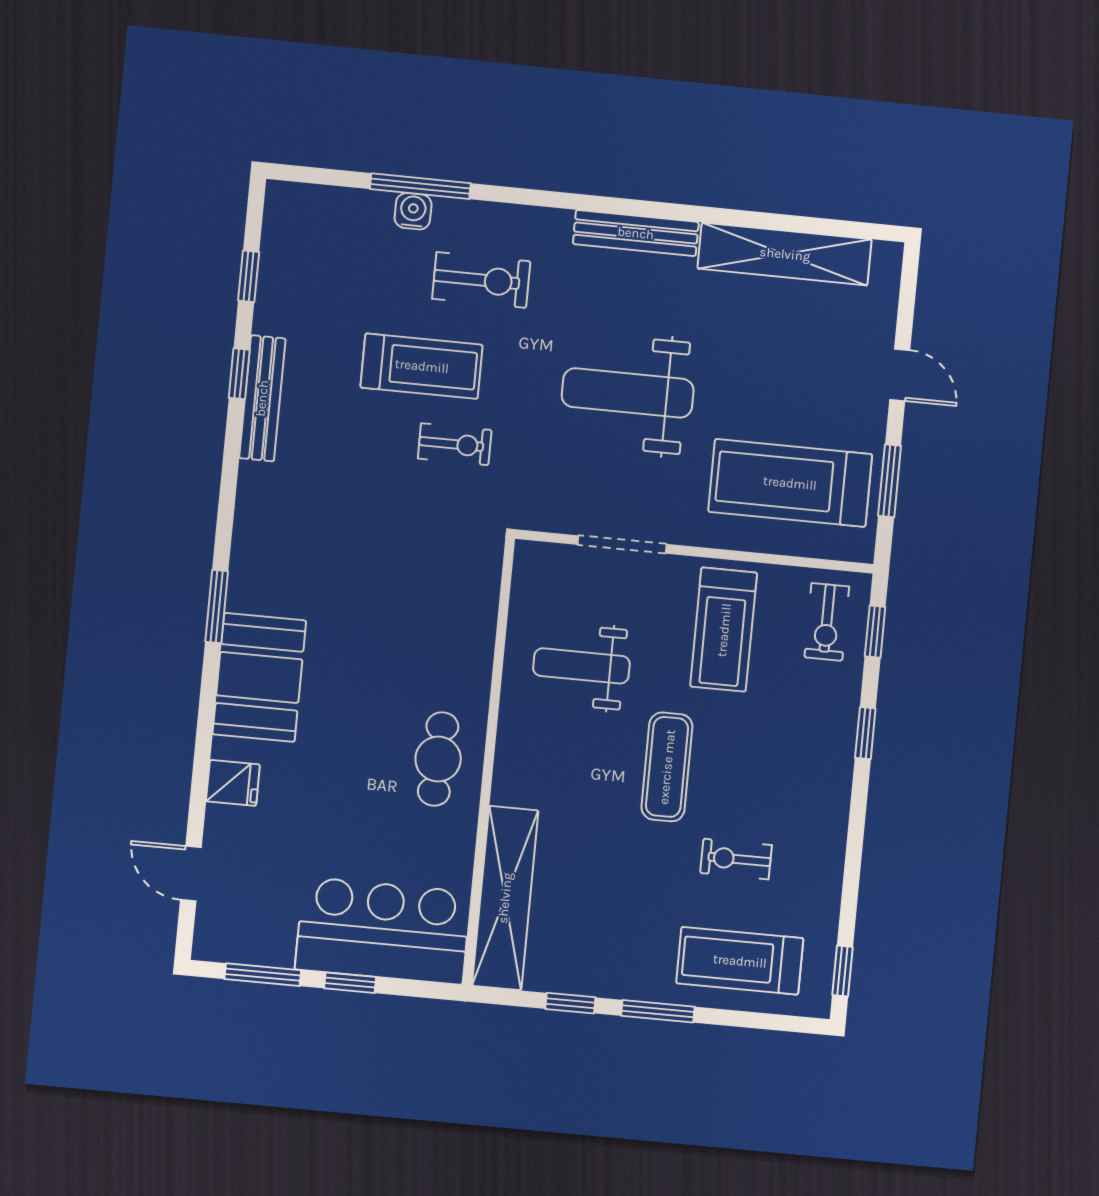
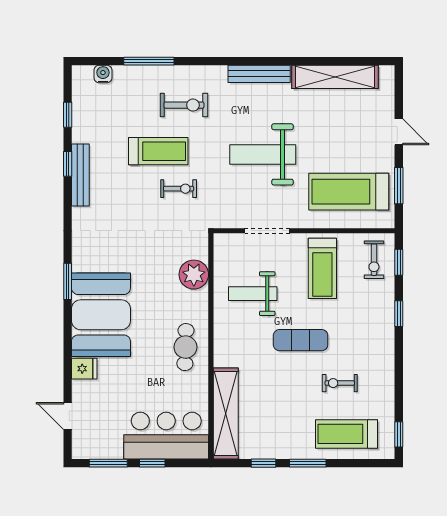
water cooler: (413, 211) -> (103, 74), moved
plant: (468, 617) -> (194, 275), added
booth: (259, 677) -> (101, 315), width x1.36, depth x1.42
exercise mat: (667, 767) -> (301, 340), turned 90

